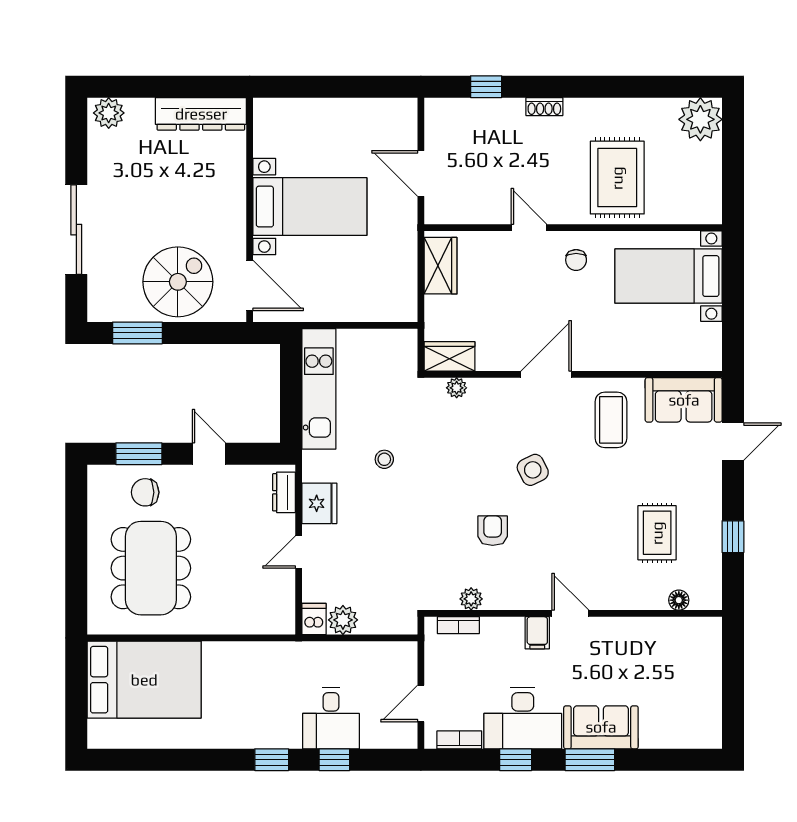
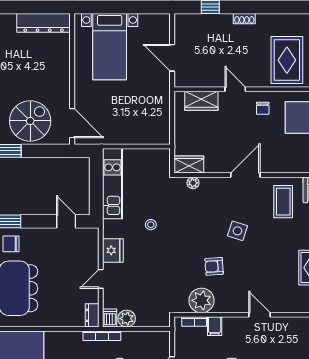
bed with nightstands: (310, 207) -> (110, 47), moved, turned 90
wardrobe: (441, 266) -> (201, 101), moved, turned 90
door: (209, 454) -> (66, 221), moved
side table: (533, 470) -> (237, 231), turned 45
dresser: (284, 492) -> (92, 315), moved
armchair: (493, 531) -> (214, 266), turned -94
plant: (471, 599) -> (201, 300), width x1.87, depth x1.87
filing cabinet: (537, 633) -> (215, 326), moved
bookcase: (301, 649) -> (102, 336), added

